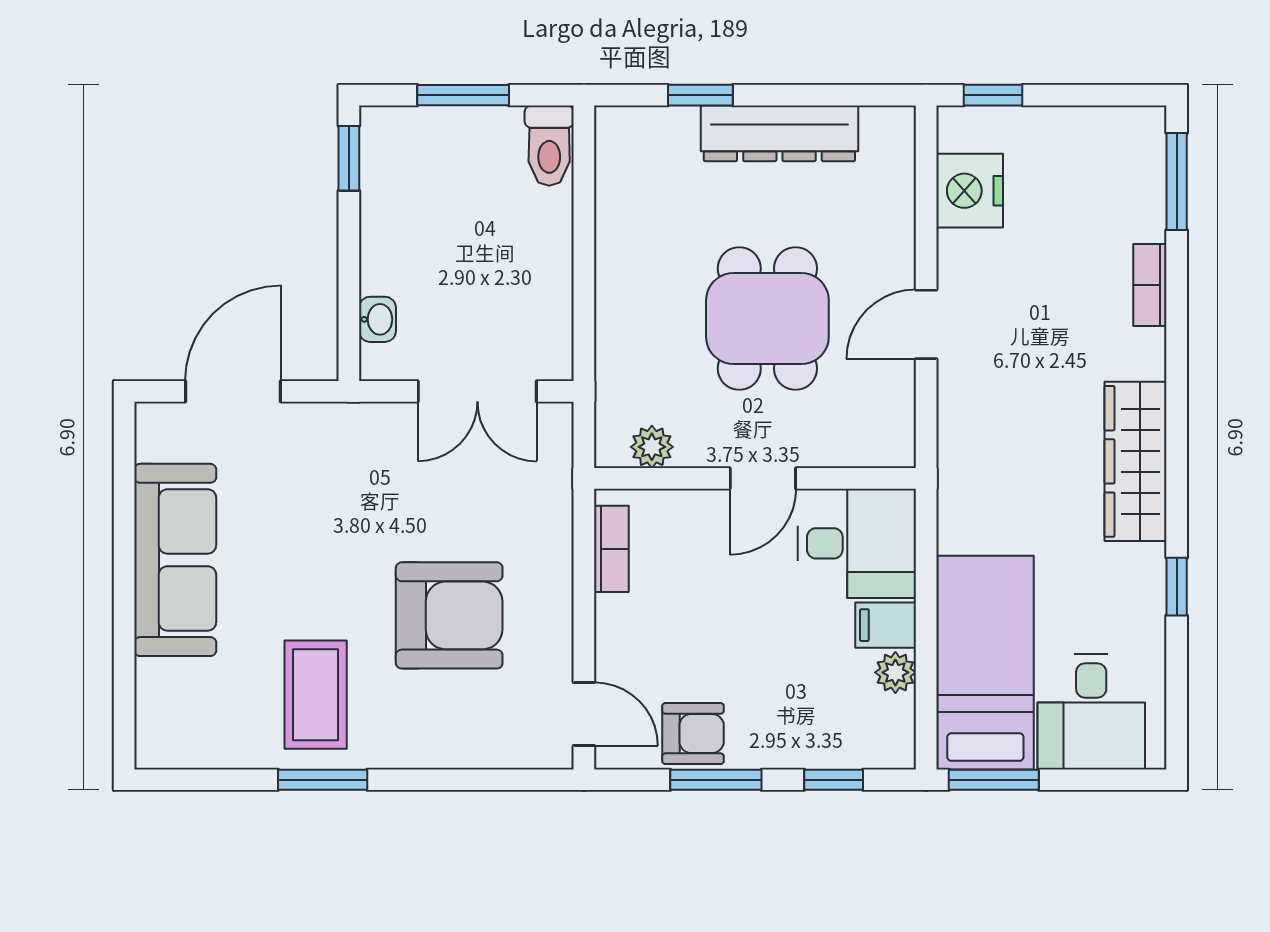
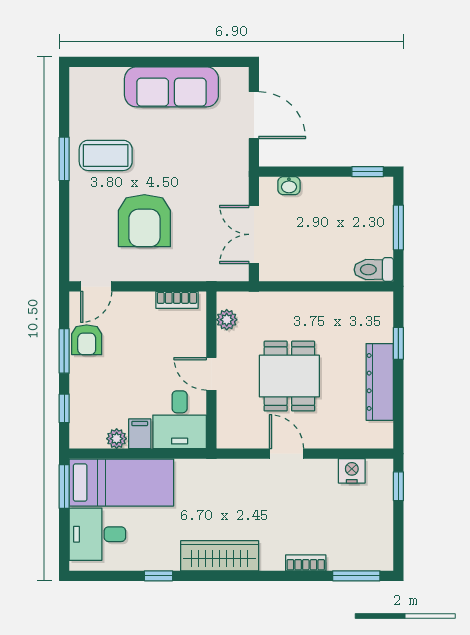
nightstand: (970, 191) -> (352, 471), width x0.74, depth x0.75
dining table: (767, 319) -> (289, 376), turned 90

